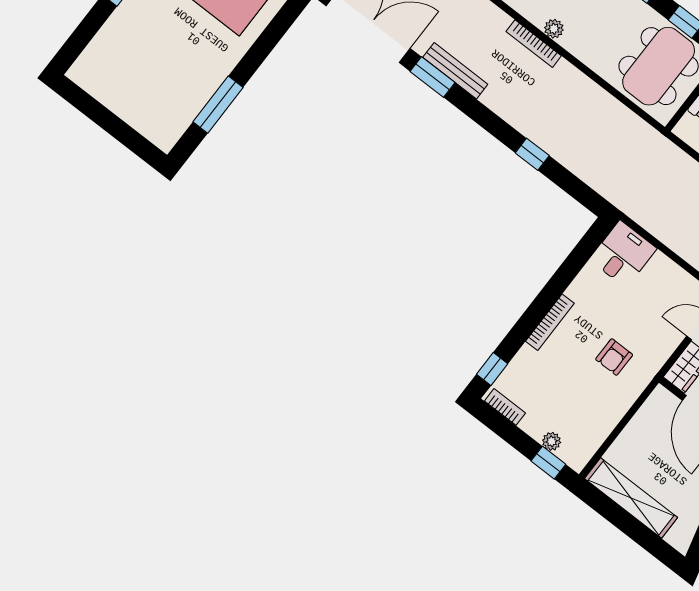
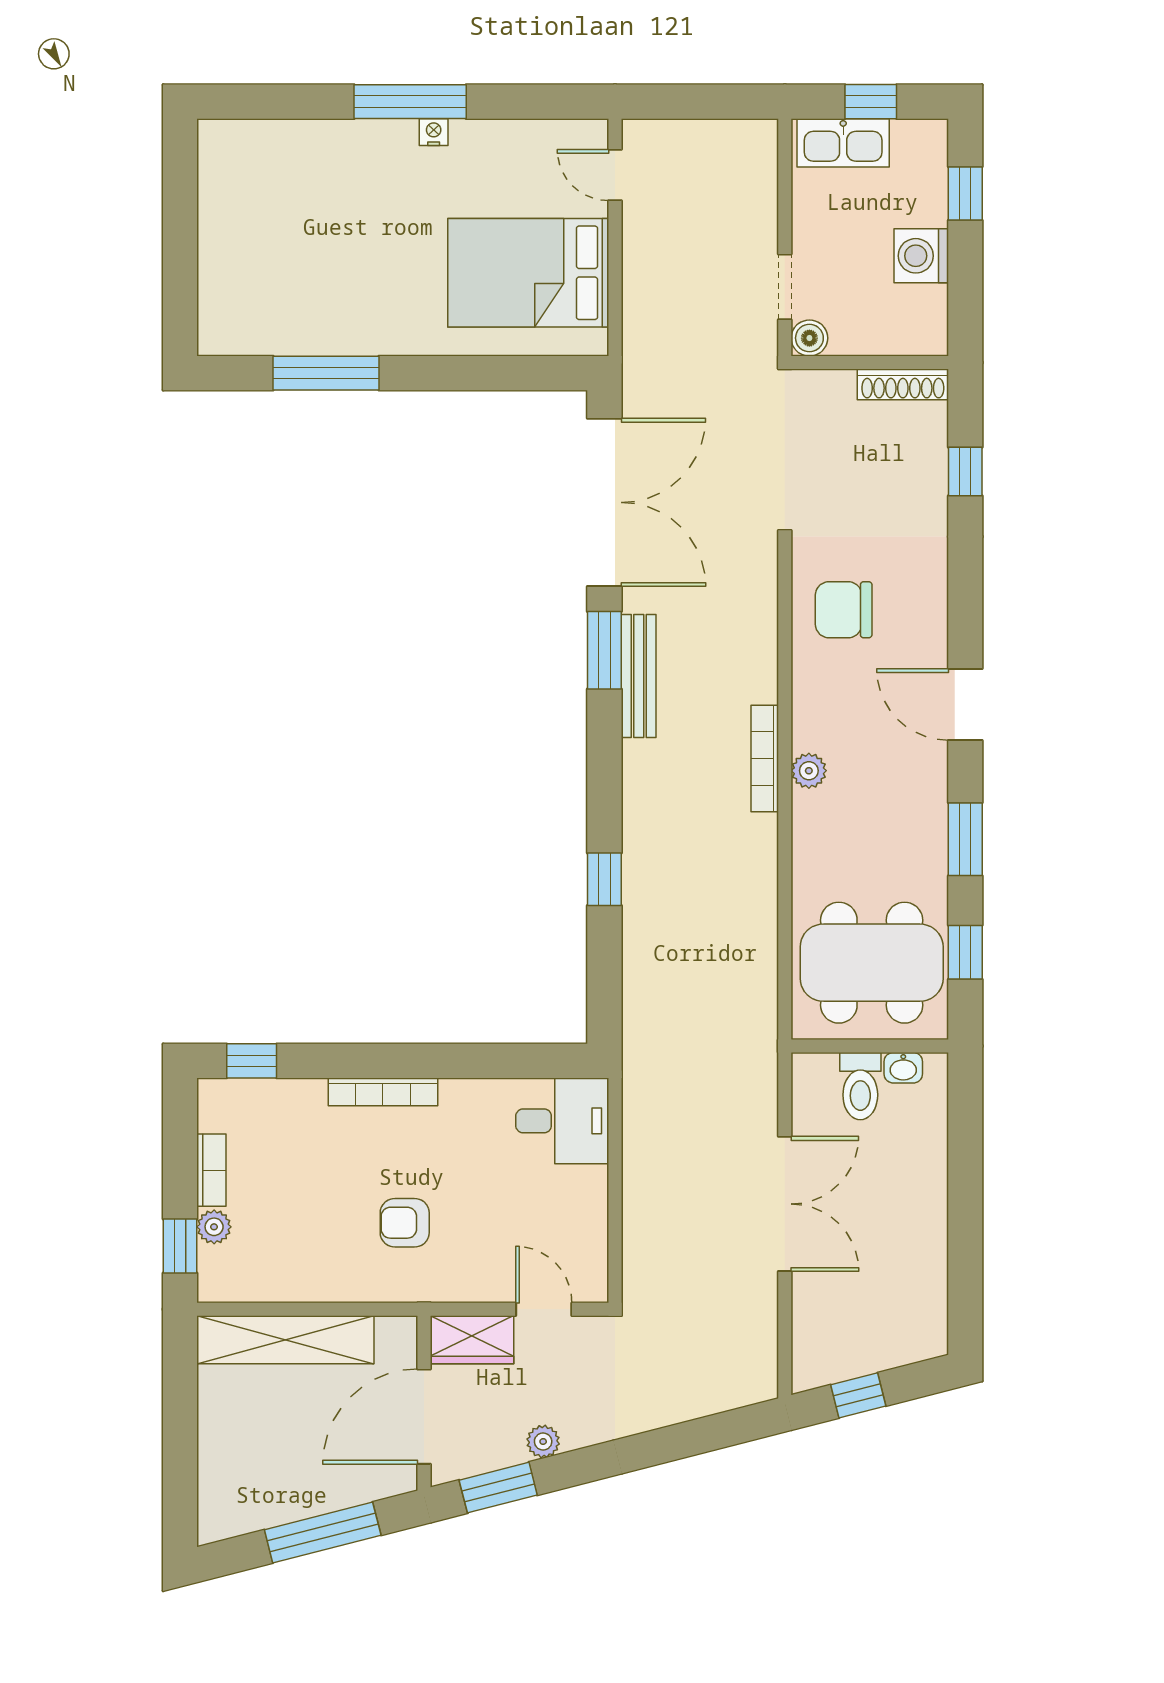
bookcase: (505, 407) -> (211, 1170), moved
shelving: (631, 498) -> (285, 1340), moved, turned 90

